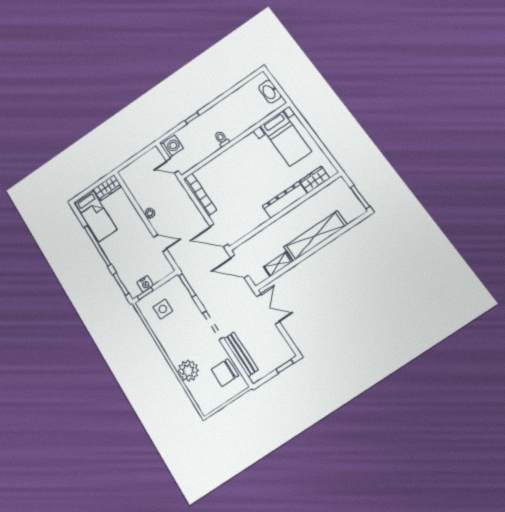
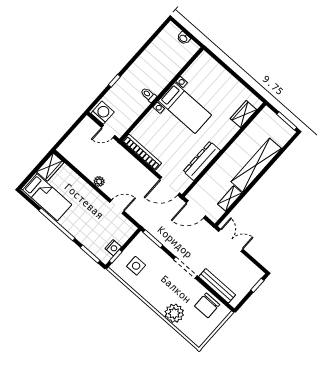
washbasin: (270, 92) -> (184, 38), width x0.52, depth x0.69
bed with nightstands: (286, 138) -> (185, 108), moved
dresser: (285, 200) -> (202, 161), moved

